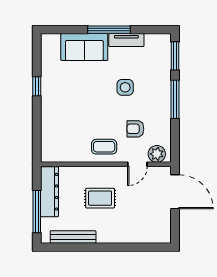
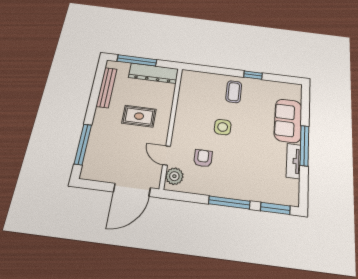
side table: (125, 87) -> (223, 127), moved
coffee table: (104, 147) -> (234, 92), moved
rug: (100, 198) -> (139, 116), turned 90
window: (137, 247) -> (83, 144), added

